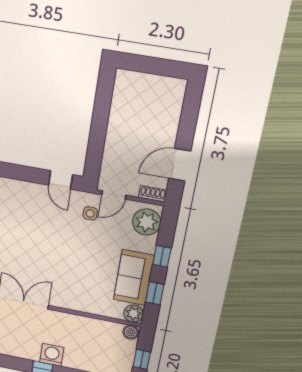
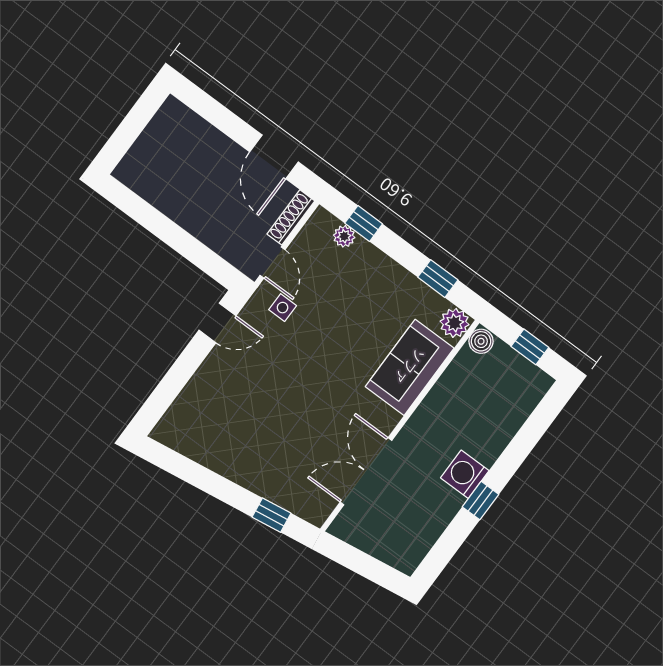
shoe rack: (153, 194) -> (291, 217), width x1.43
plant: (147, 222) -> (344, 236), width x0.53, depth x0.53
window: (162, 256) -> (364, 224), moved
sofa: (134, 278) -> (410, 367), moved, turned 90

